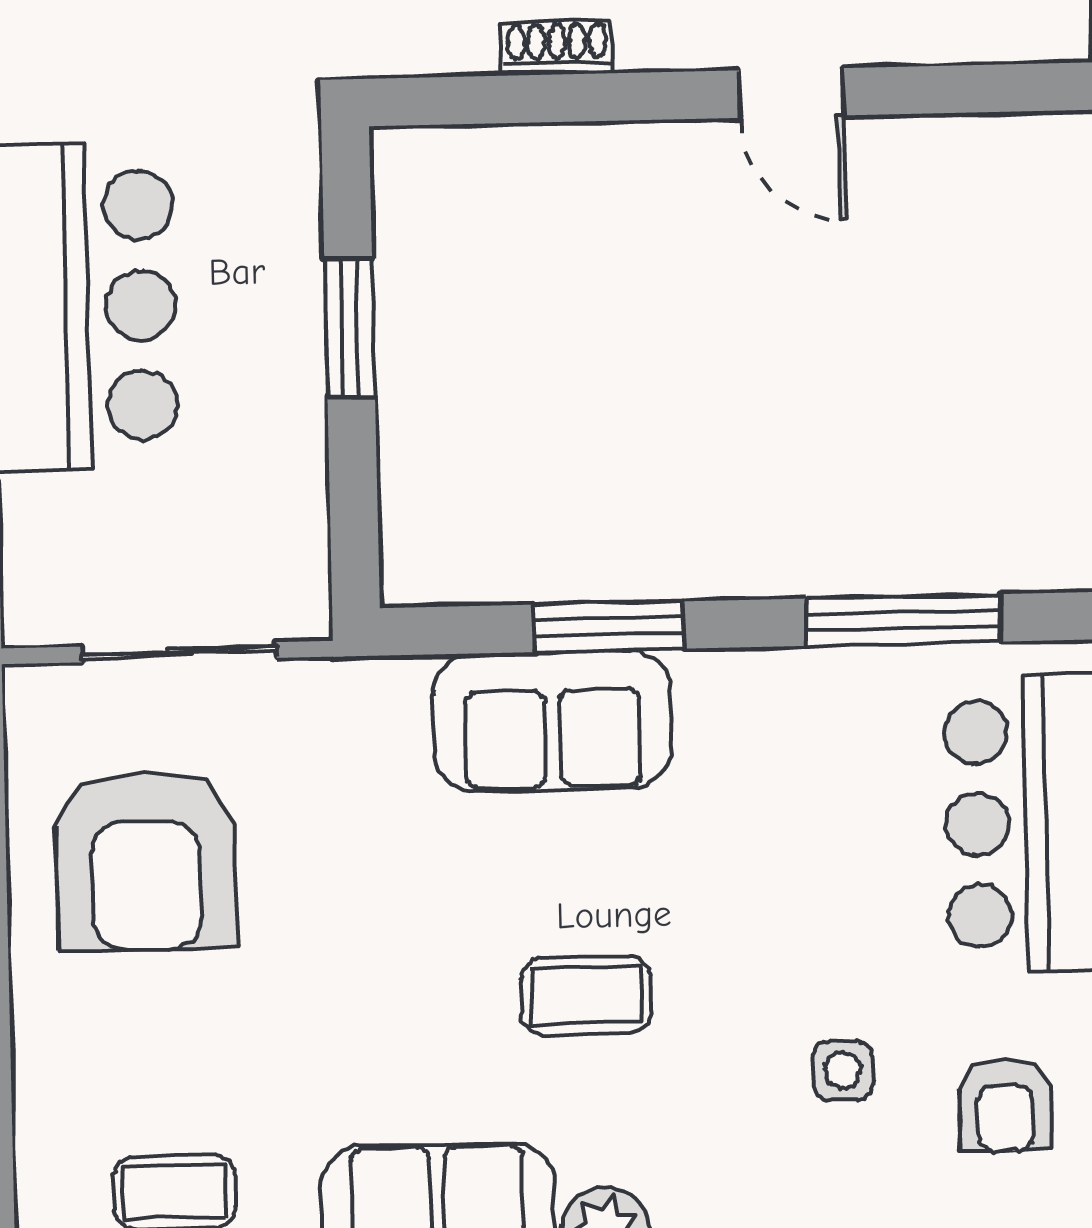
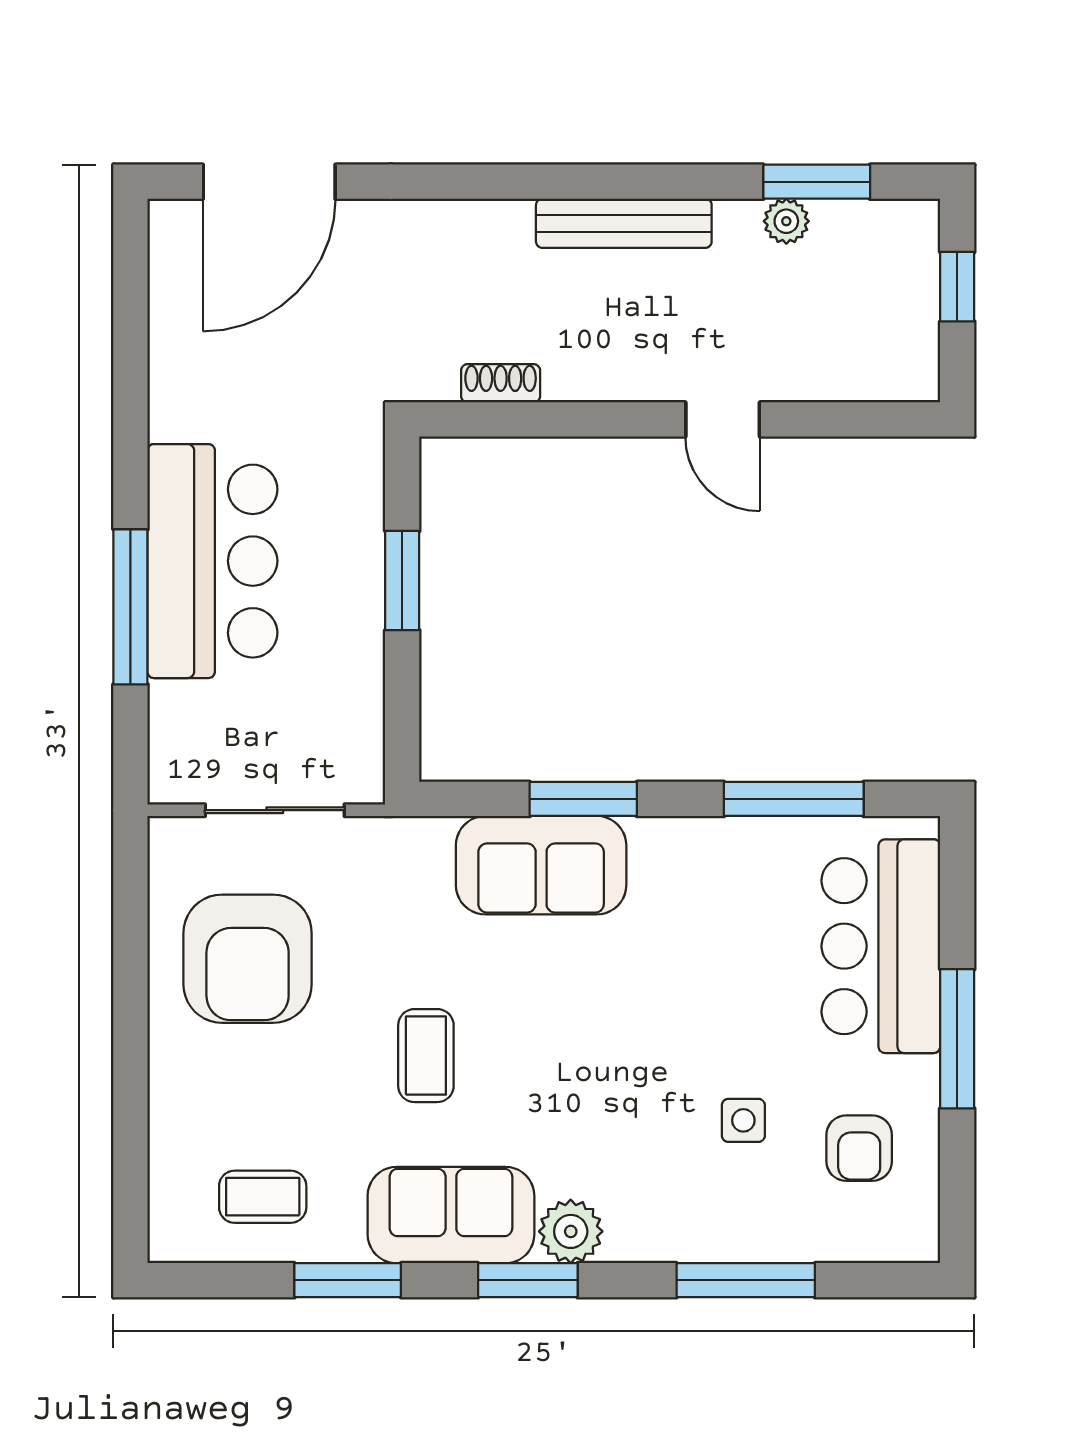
shoe rack: (557, 48) -> (501, 383), moved
coffee table: (586, 995) -> (426, 1056), moved, turned 90

